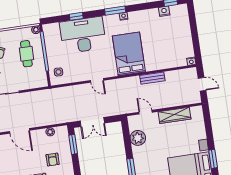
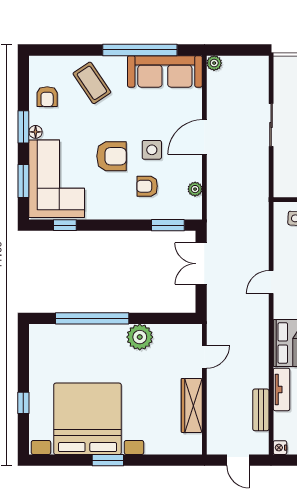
tv unit: (158, 65) -> (281, 389), added
bench: (152, 78) -> (261, 410), moved
door: (202, 84) -> (238, 460), hinge flipped
plant: (138, 138) -> (140, 337), moved
side table: (31, 160) -> (152, 150), added

